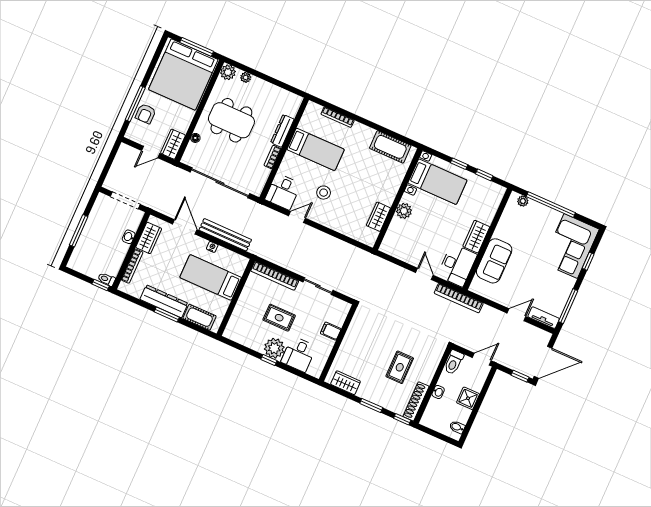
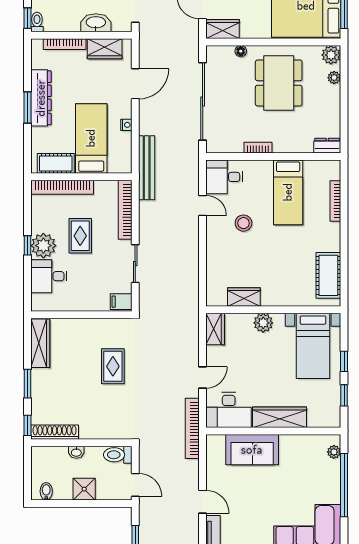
dresser: (282, 131) -> (327, 146), moved, width x0.70
bench: (225, 235) -> (147, 168), moved
washbasin: (129, 237) -> (96, 23), width x1.91, depth x1.45
wardrobe: (476, 237) -> (279, 417), width x1.50
wardrobe: (393, 249) -> (215, 329), added
bookcase: (237, 315) -> (62, 187), added
cot: (199, 317) -> (56, 163), moved, turned 90
filing cabinet: (331, 331) -> (121, 302), moved, turned -90
rug: (400, 367) -> (113, 366), moved, turned 90
wardrobe: (346, 383) -> (40, 343), width x1.50

